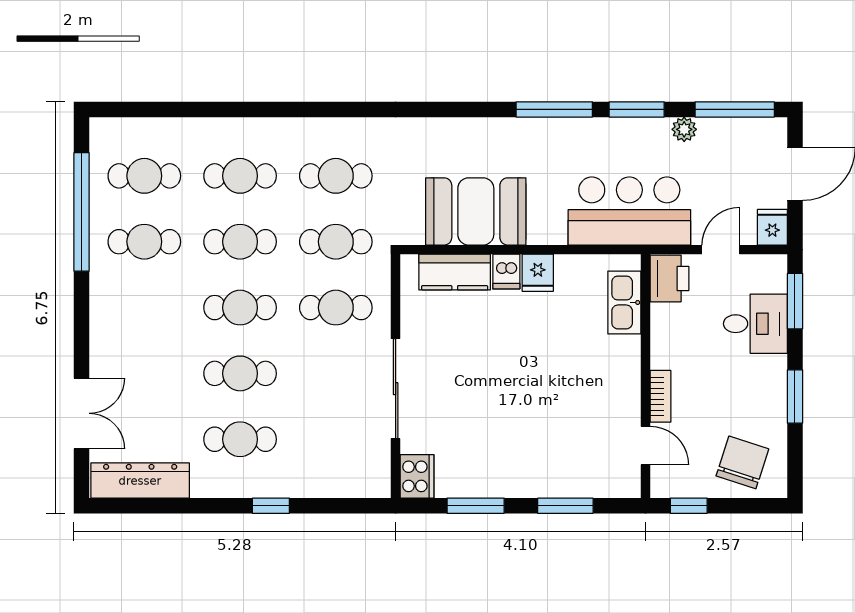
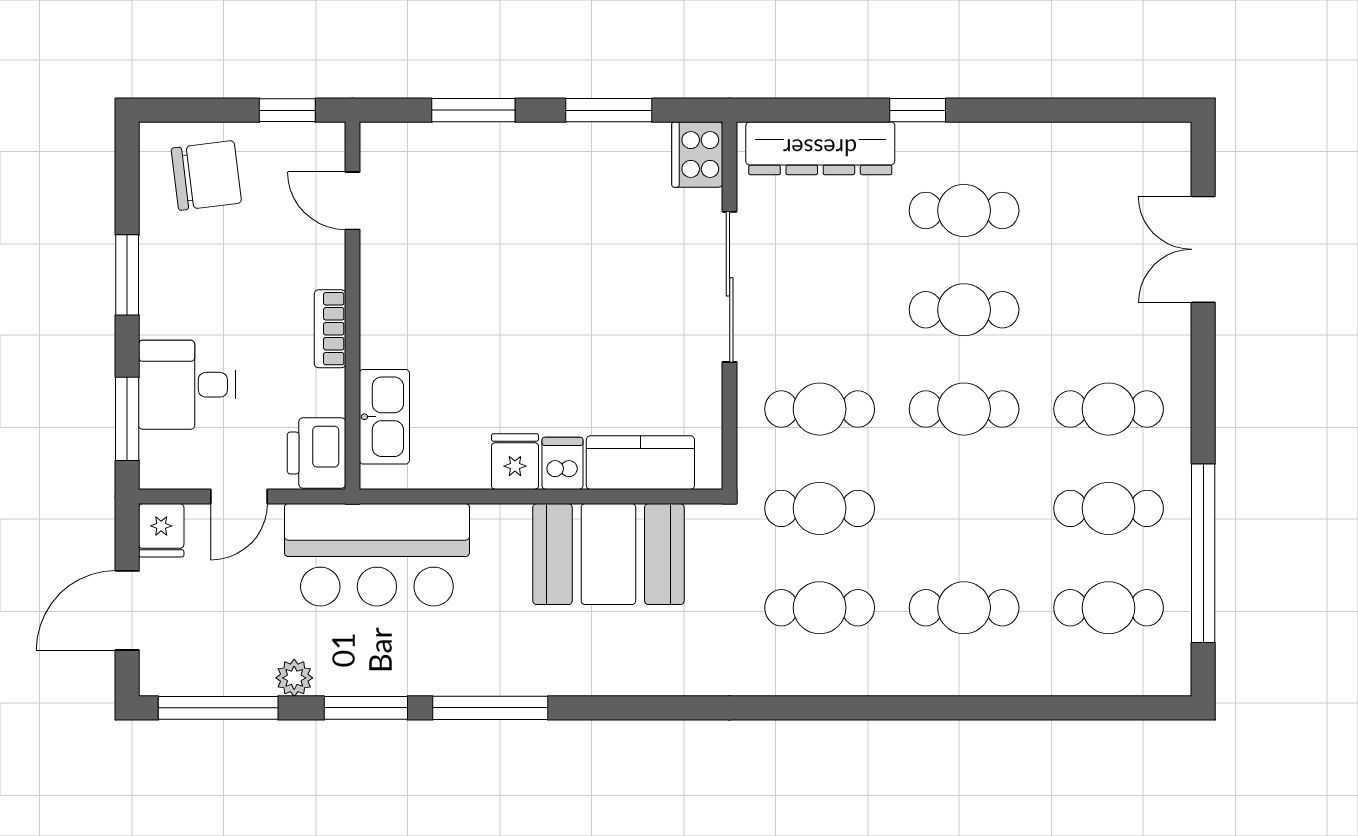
cafe table: (240, 242) -> (1109, 409), moved
bookcase: (660, 396) -> (330, 329), moved
chair: (742, 462) -> (206, 175), turned -115
dresser: (140, 481) -> (820, 148), moved

